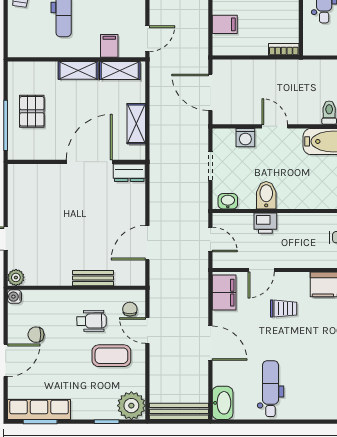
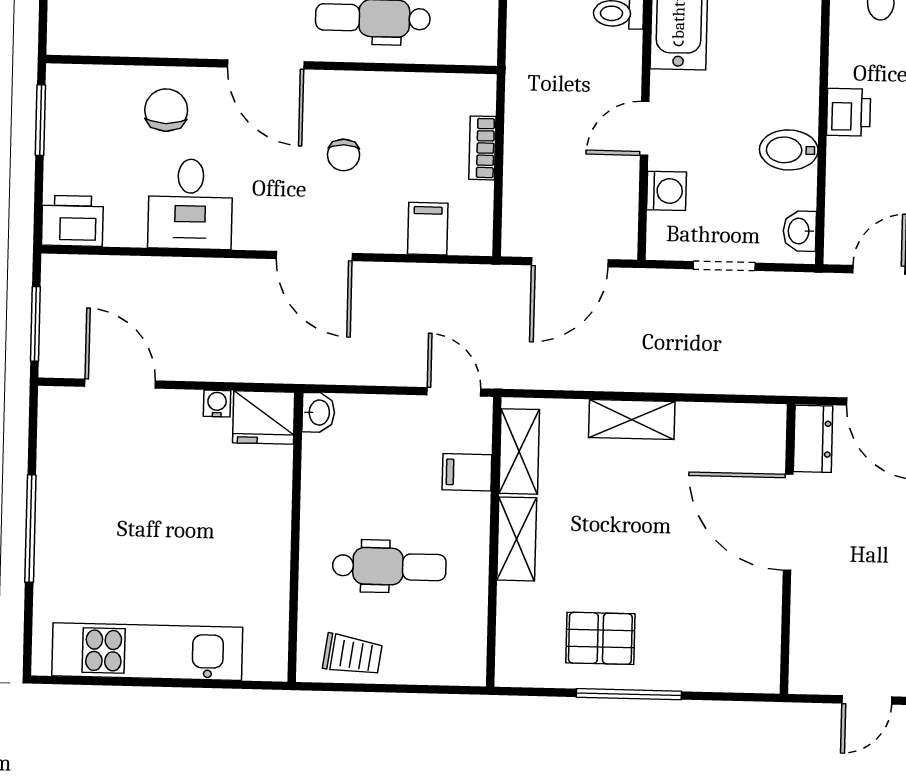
bookcase: (284, 49) -> (482, 148), moved
wall: (76, 162) -> (787, 549), moved
door: (89, 162) -> (788, 522), moved
dresser: (129, 173) -> (813, 439), moved
printer: (265, 223) -> (849, 112), moved

